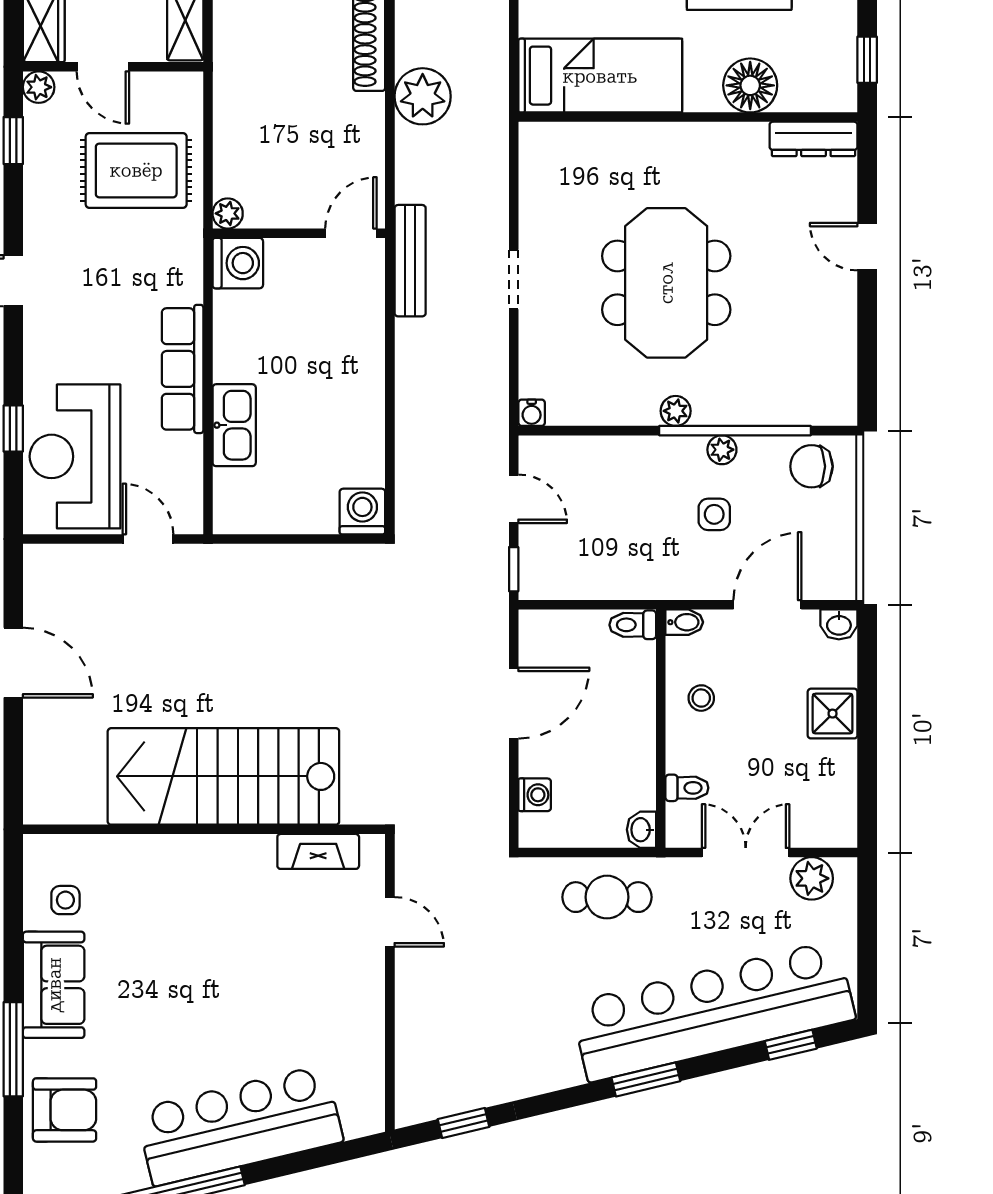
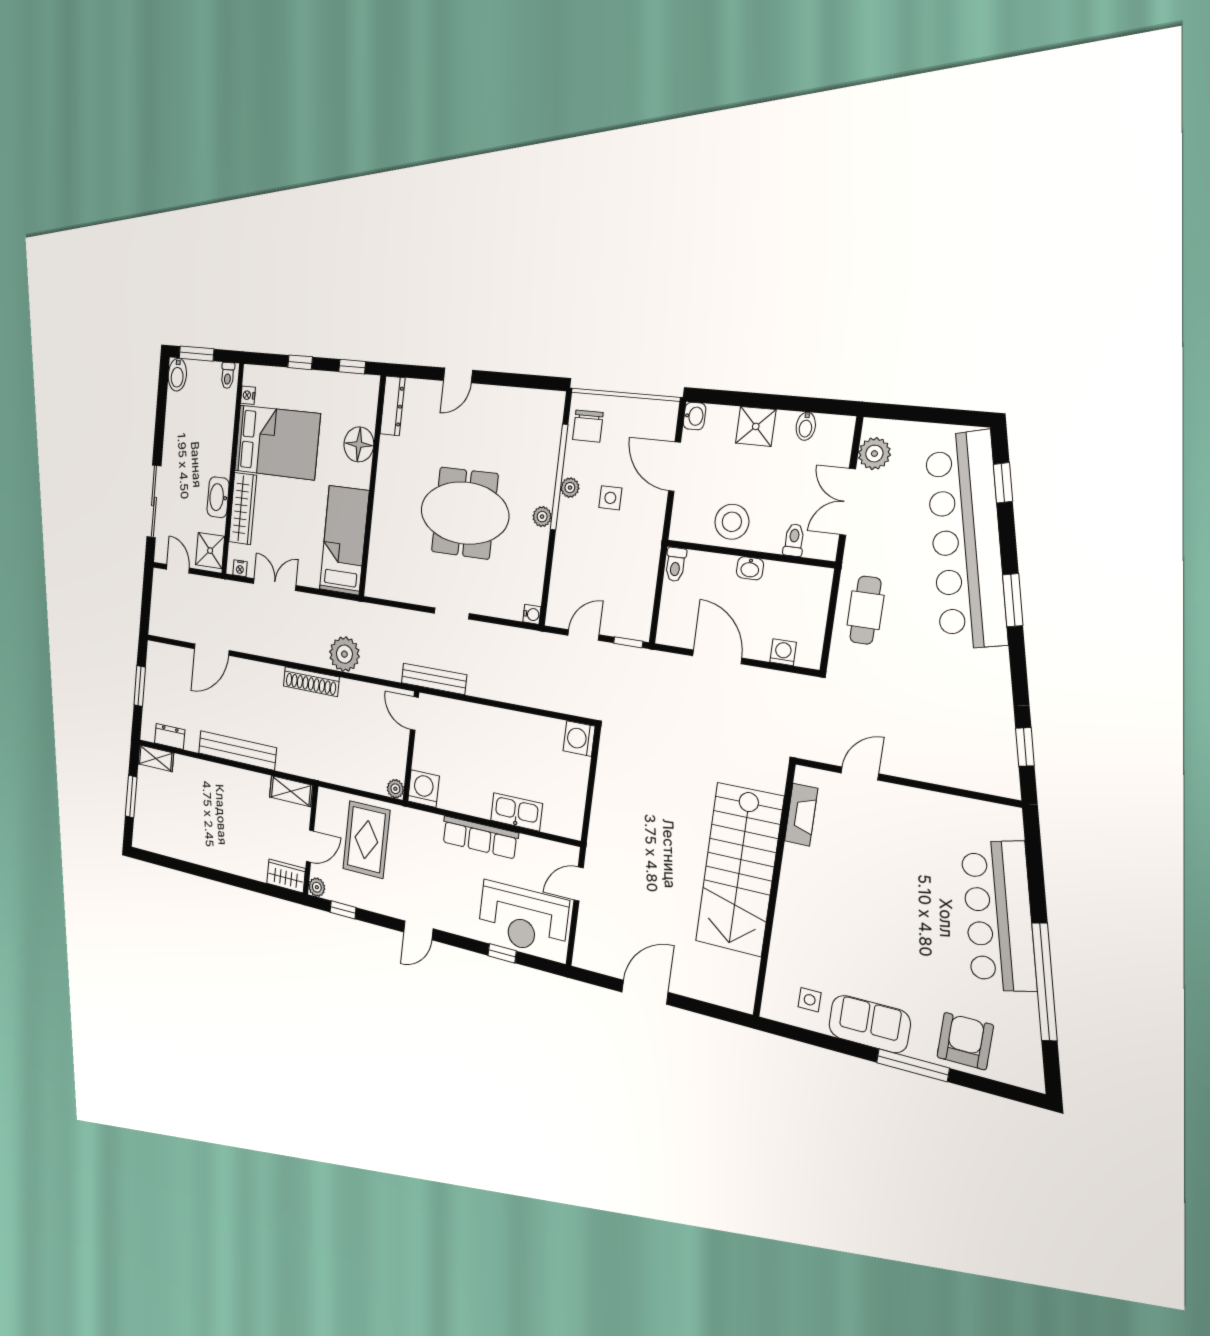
bidet: (684, 622) -> (806, 426), moved, turned 180
stool: (701, 698) -> (732, 522), width x1.89, depth x1.89
washbasin: (641, 830) -> (750, 568), moved

